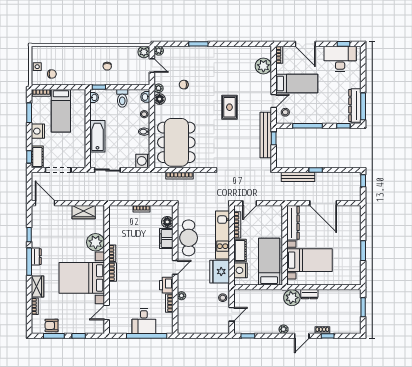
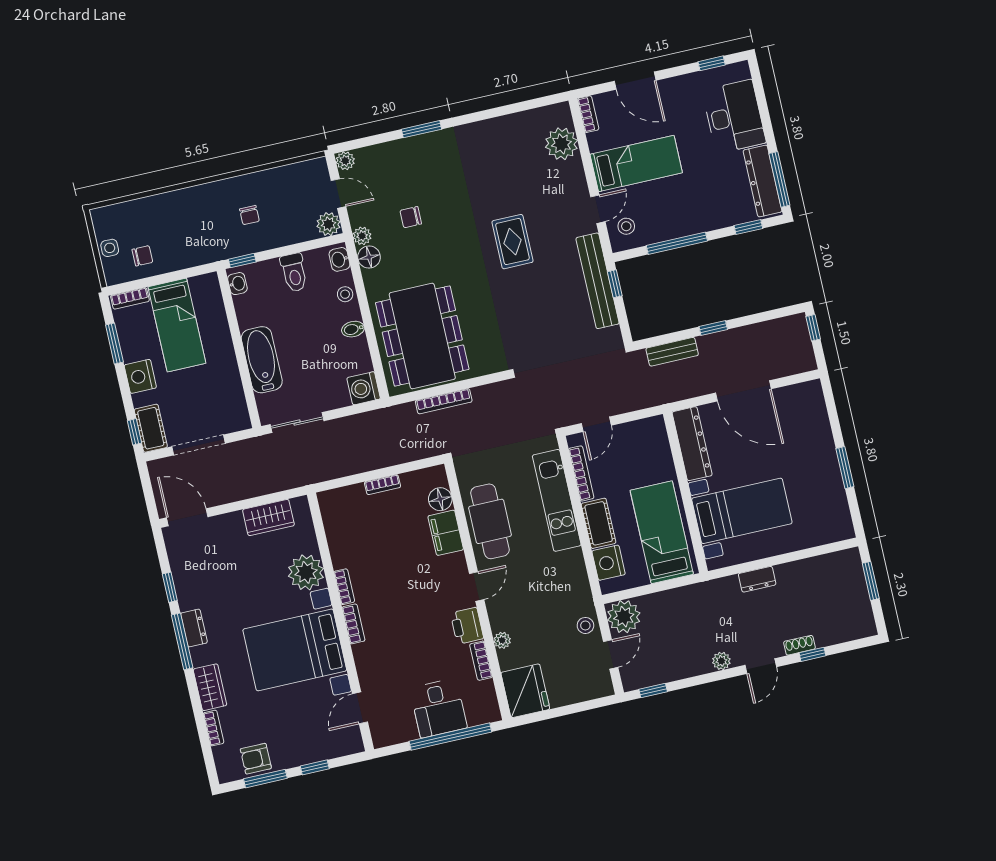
plant: (144, 52) -> (328, 224), moved
desk: (340, 59) -> (734, 117), moved, turned 90
bench: (298, 177) -> (672, 352), width x0.73
fridge: (220, 272) -> (525, 691), moved, turned 180
plant: (292, 298) -> (624, 617), moved

